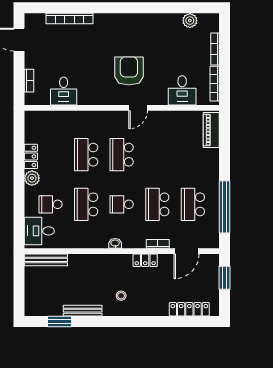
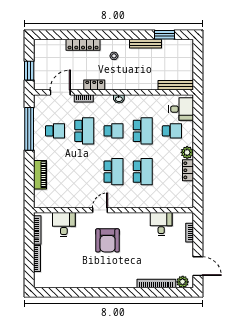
plant: (190, 21) -> (183, 282), moved
piano: (211, 130) -> (40, 175), moved
school desk: (193, 204) -> (55, 131), width x0.54
locker: (189, 309) -> (83, 45), moved

